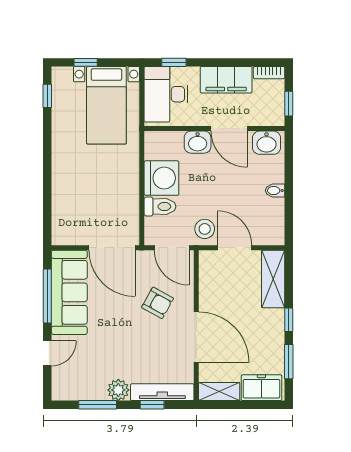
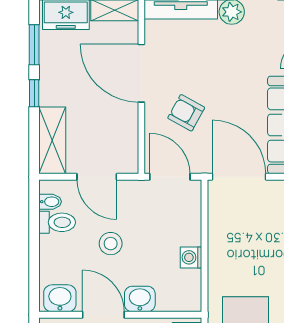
washing machine: (161, 178) -> (191, 257), width x0.53, depth x0.53
bidet: (275, 190) -> (50, 202), moved
toilet: (160, 206) -> (57, 222), moved, turned 180
stool: (205, 229) -> (111, 244), moved

